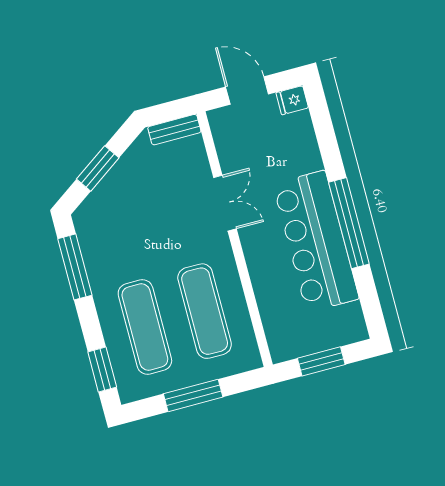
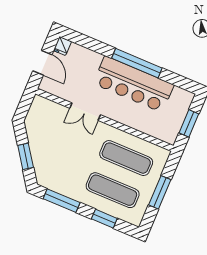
door: (247, 91) -> (42, 63), swing flipped
bench: (174, 130) -> (35, 109), removed
double door: (225, 203) -> (85, 112), swing flipped
window: (102, 369) -> (104, 219), moved

